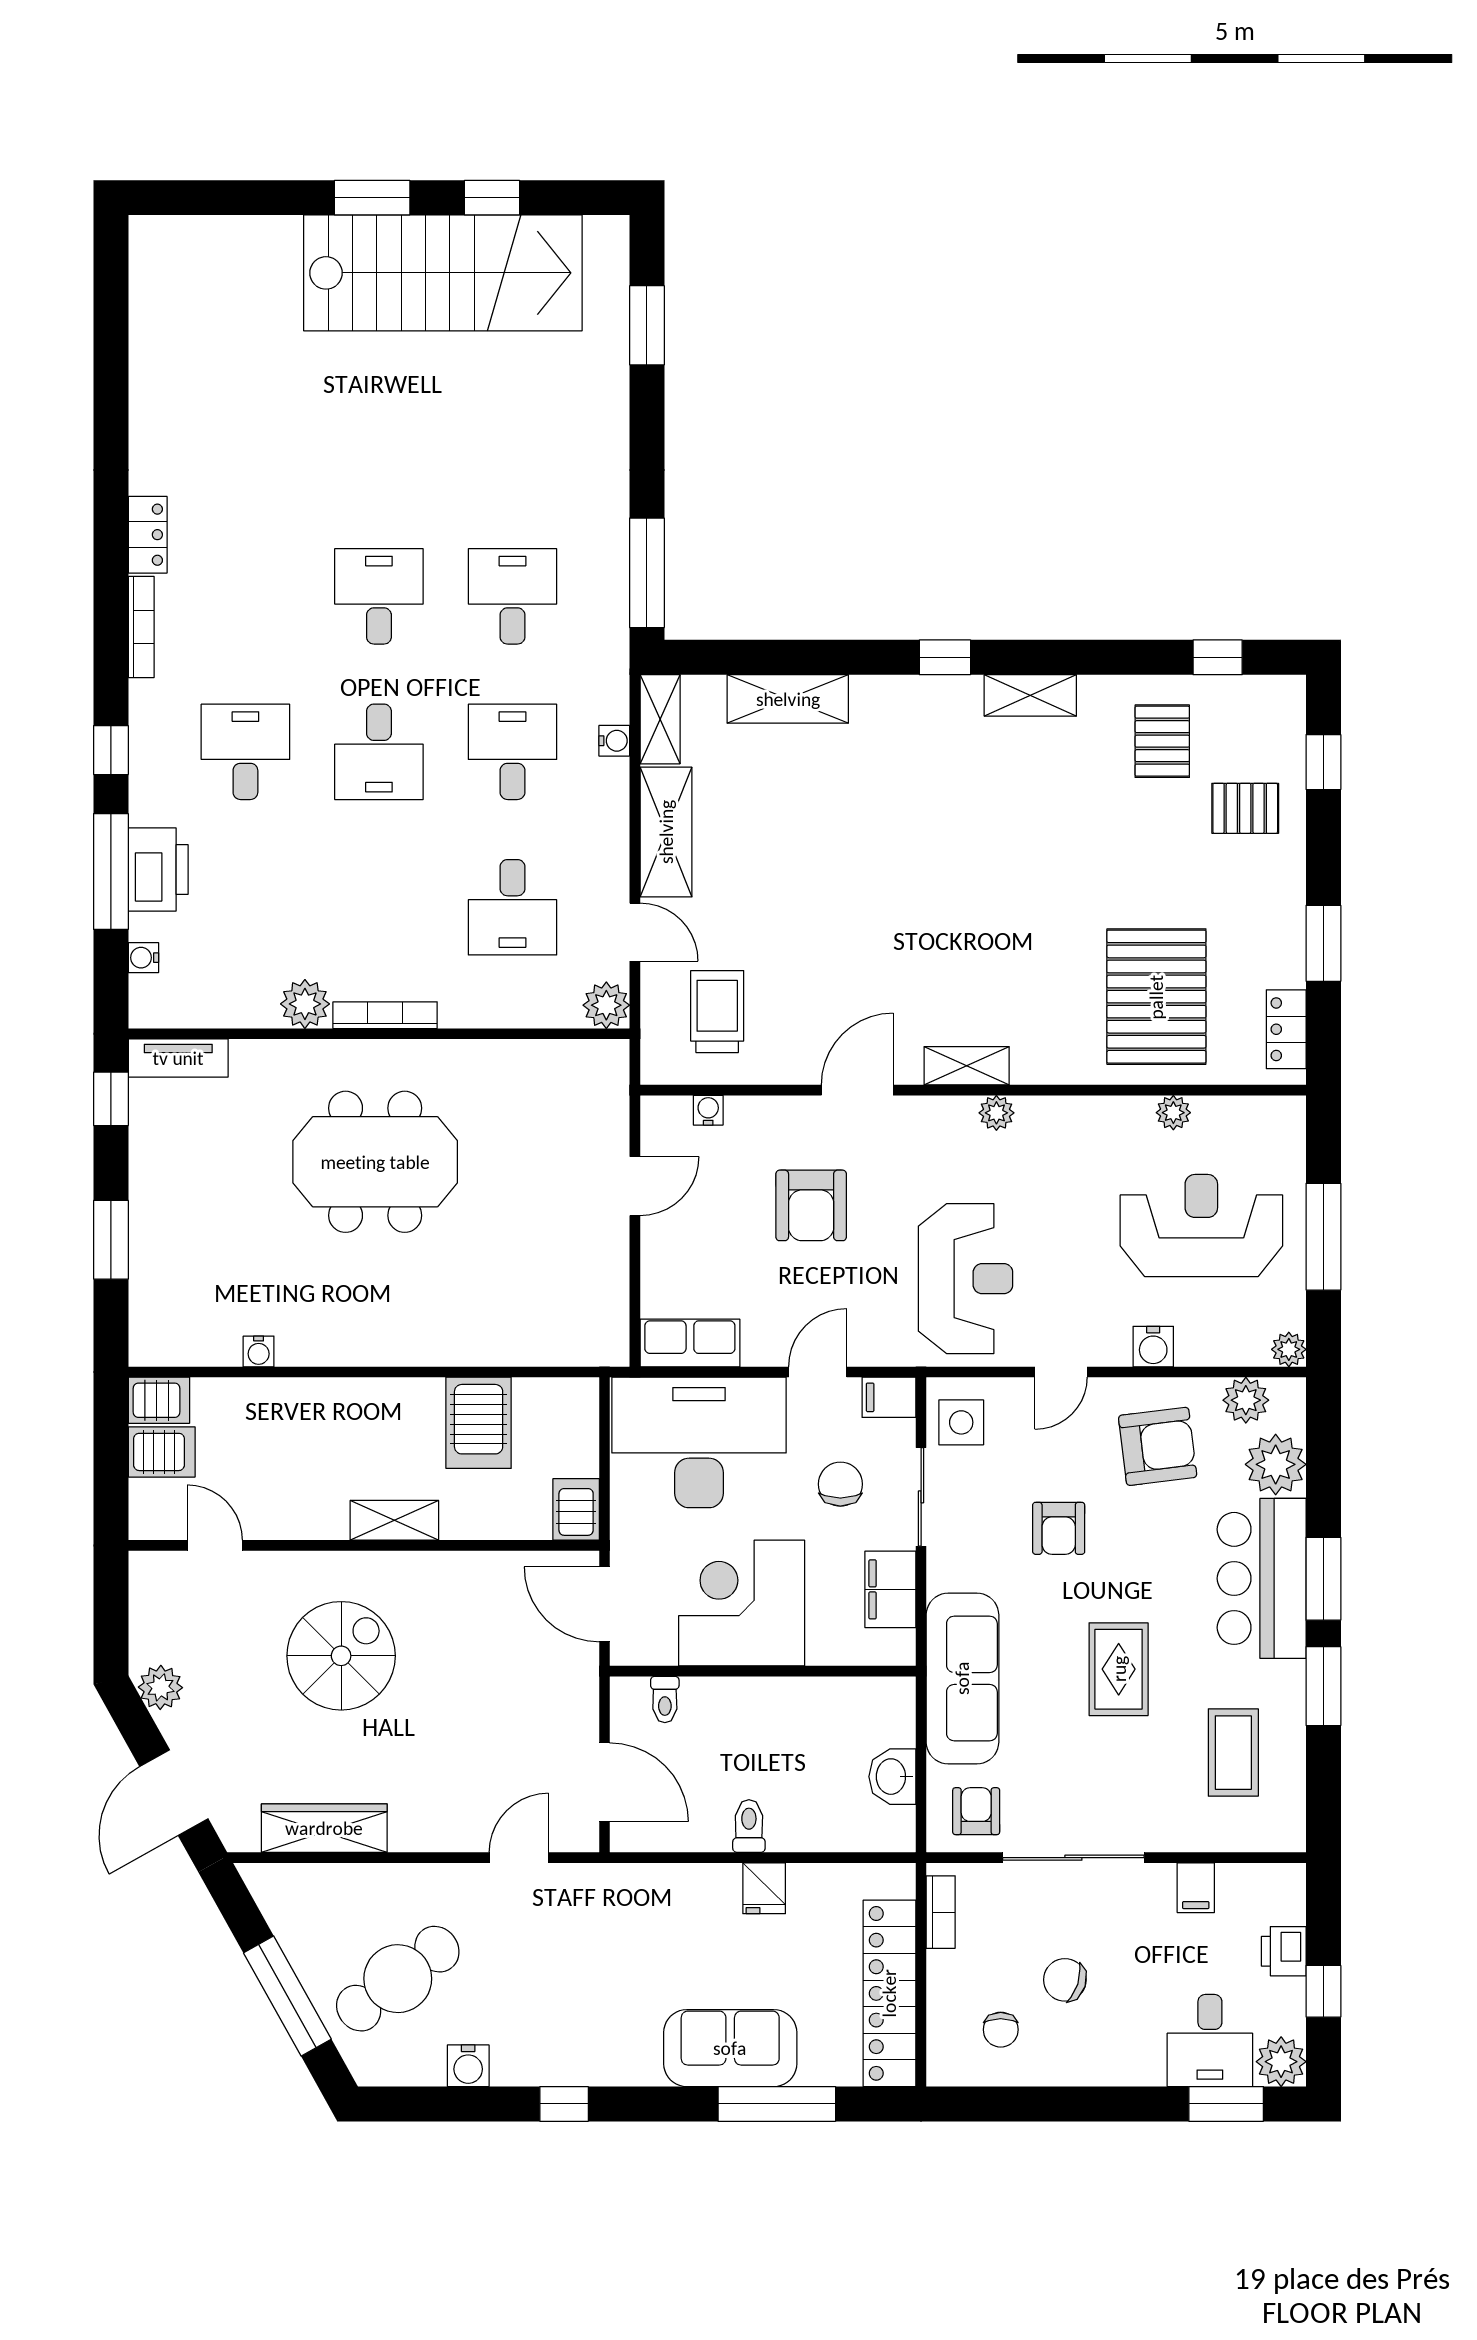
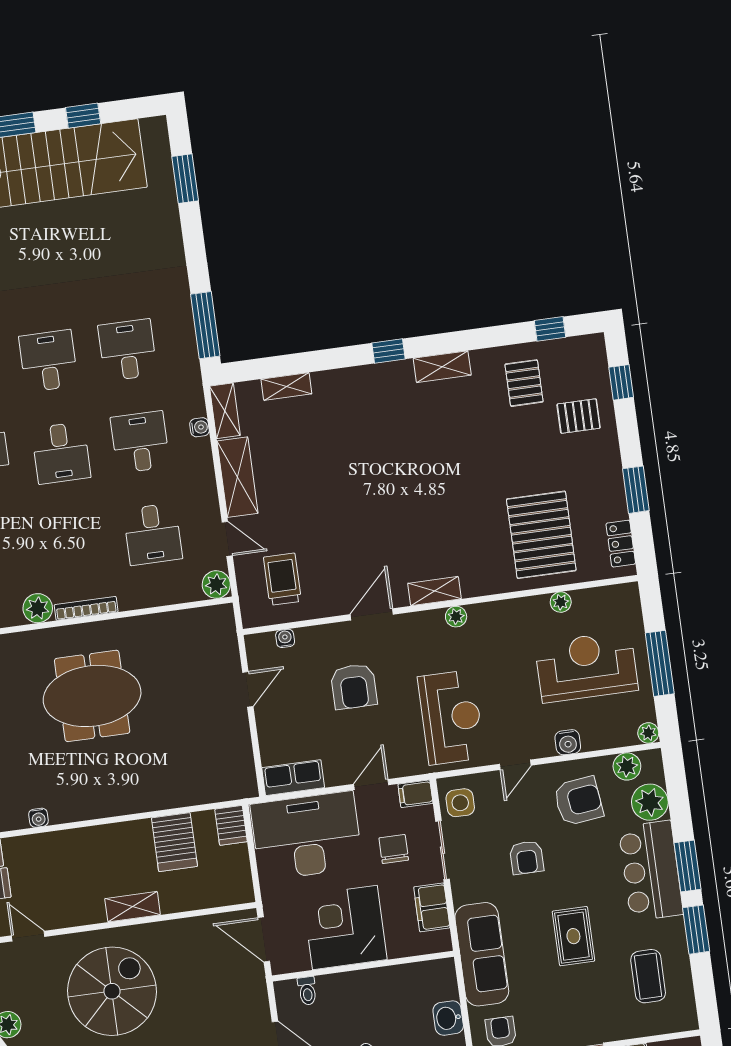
shelving: (788, 699) -> (286, 386), width x0.67, depth x0.75
server rack: (576, 1509) -> (231, 825), moved, turned 180
spiral stairs: (341, 1656) -> (112, 991), width x1.37, depth x1.37

